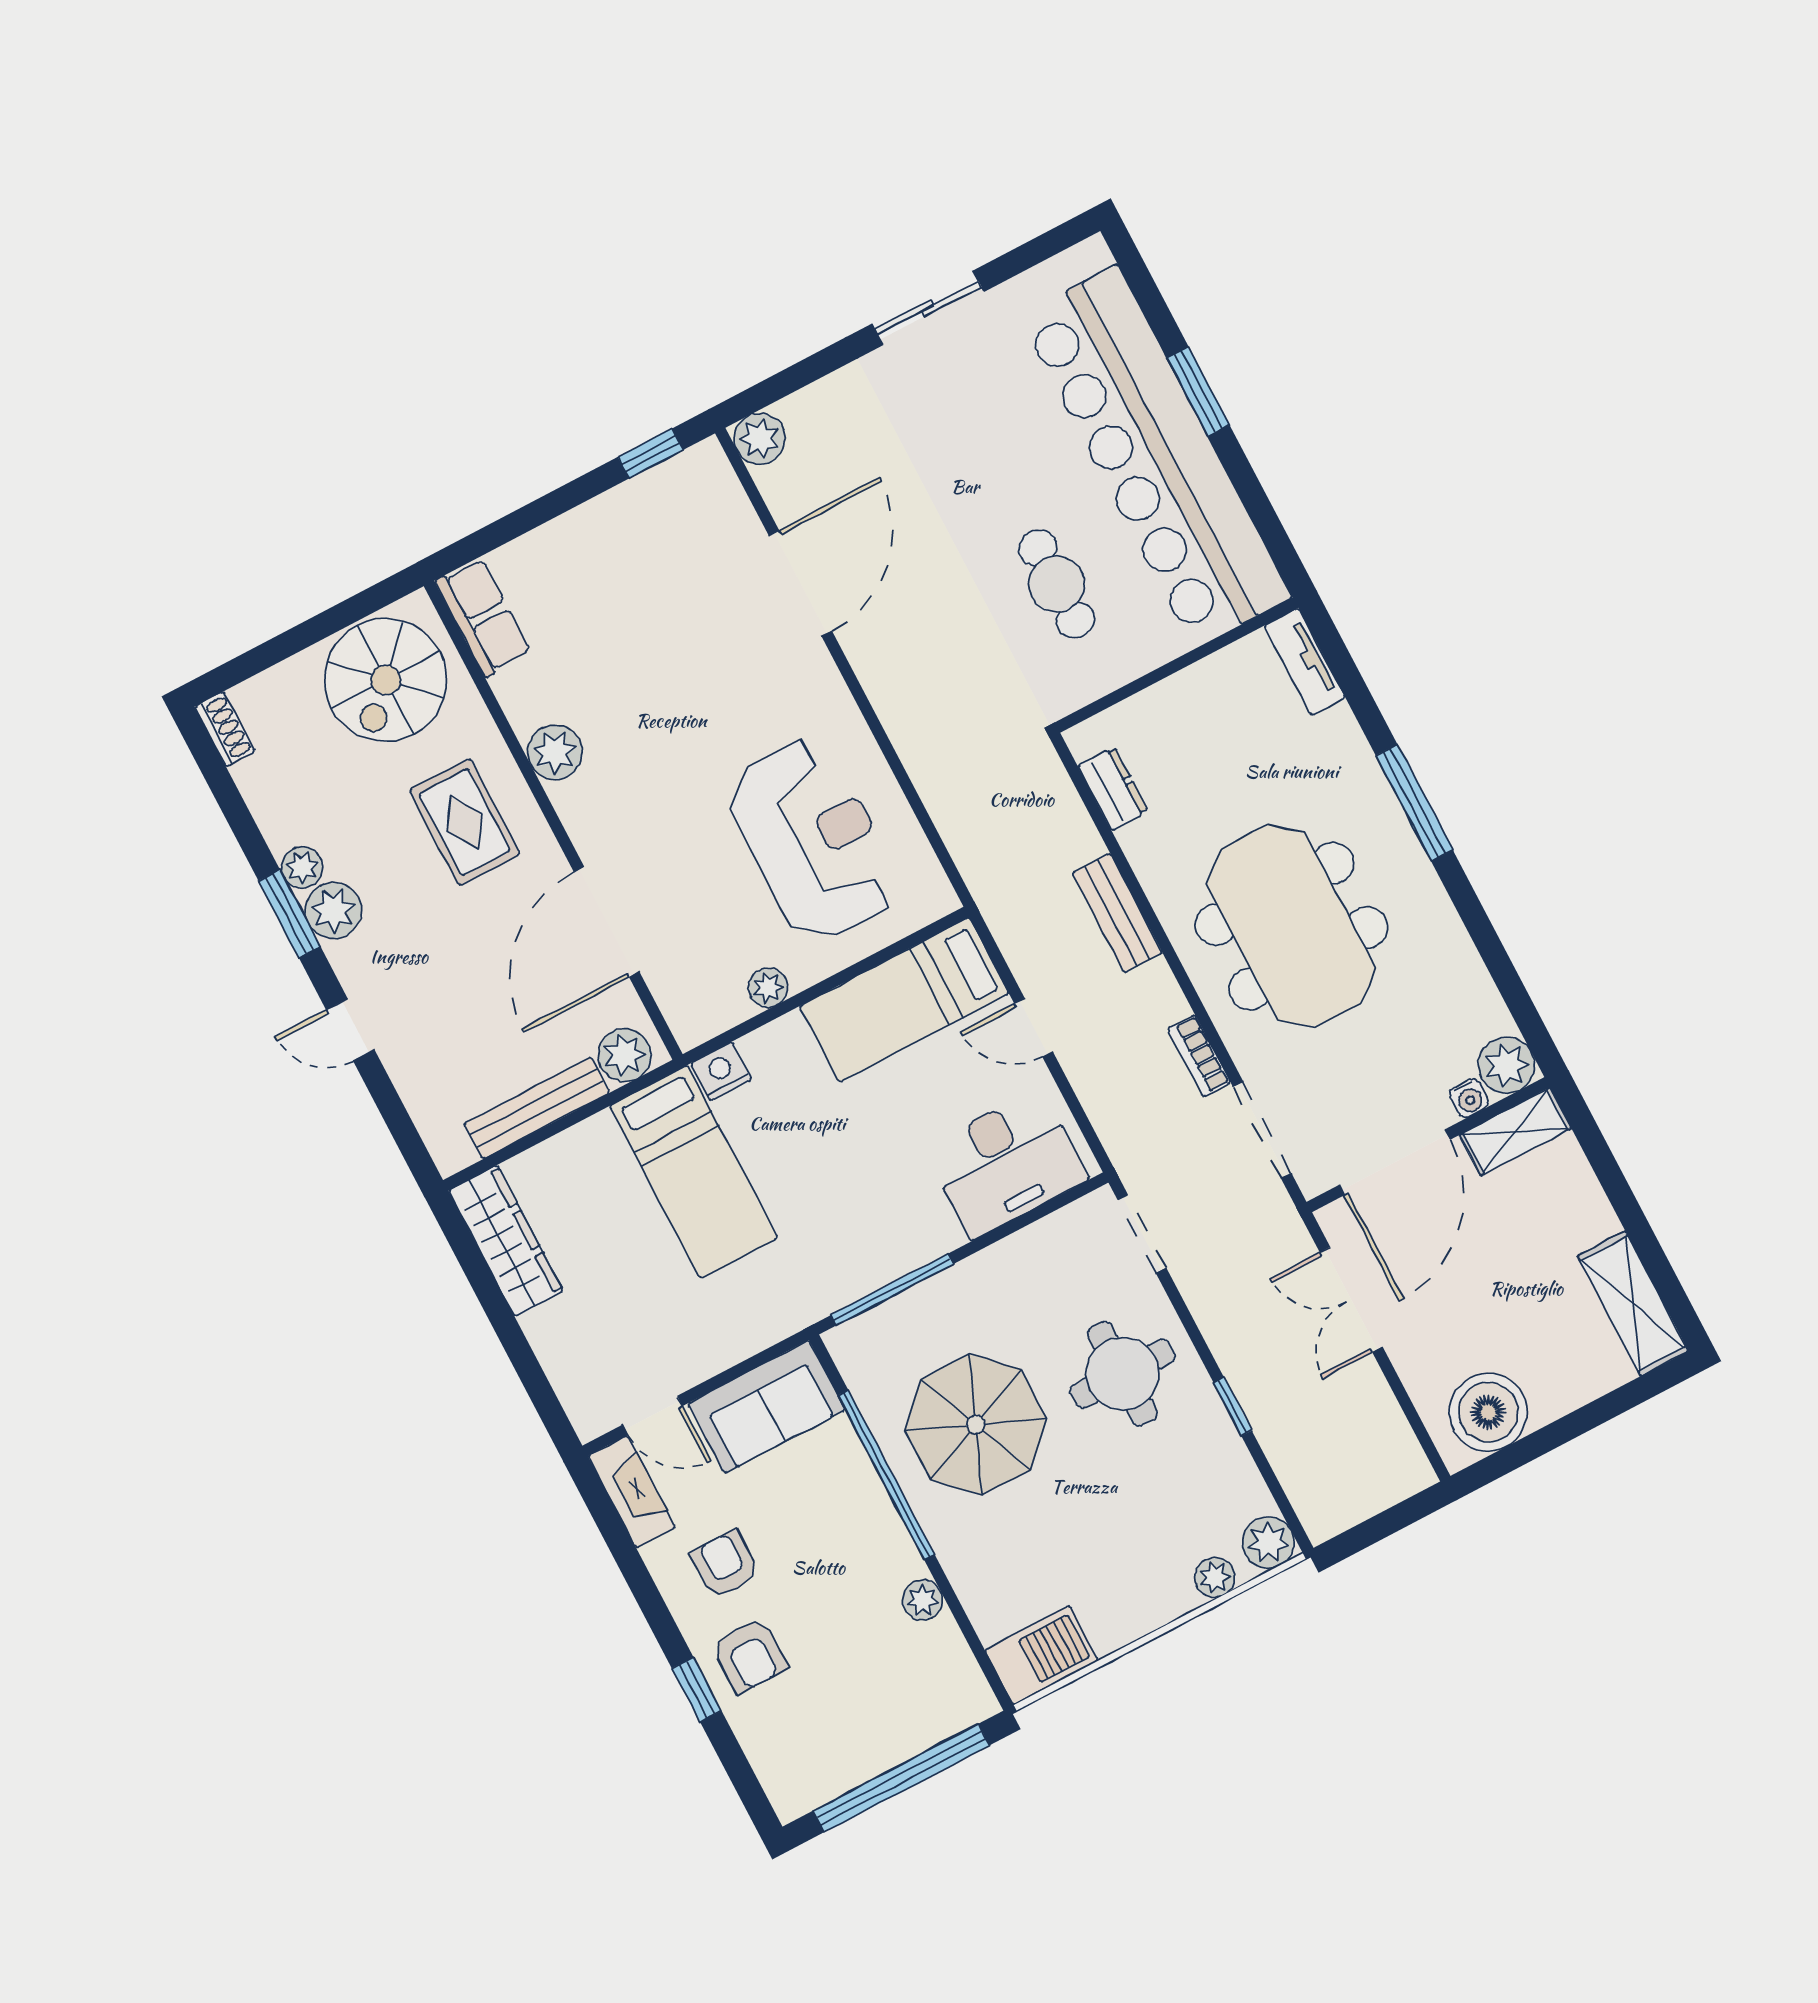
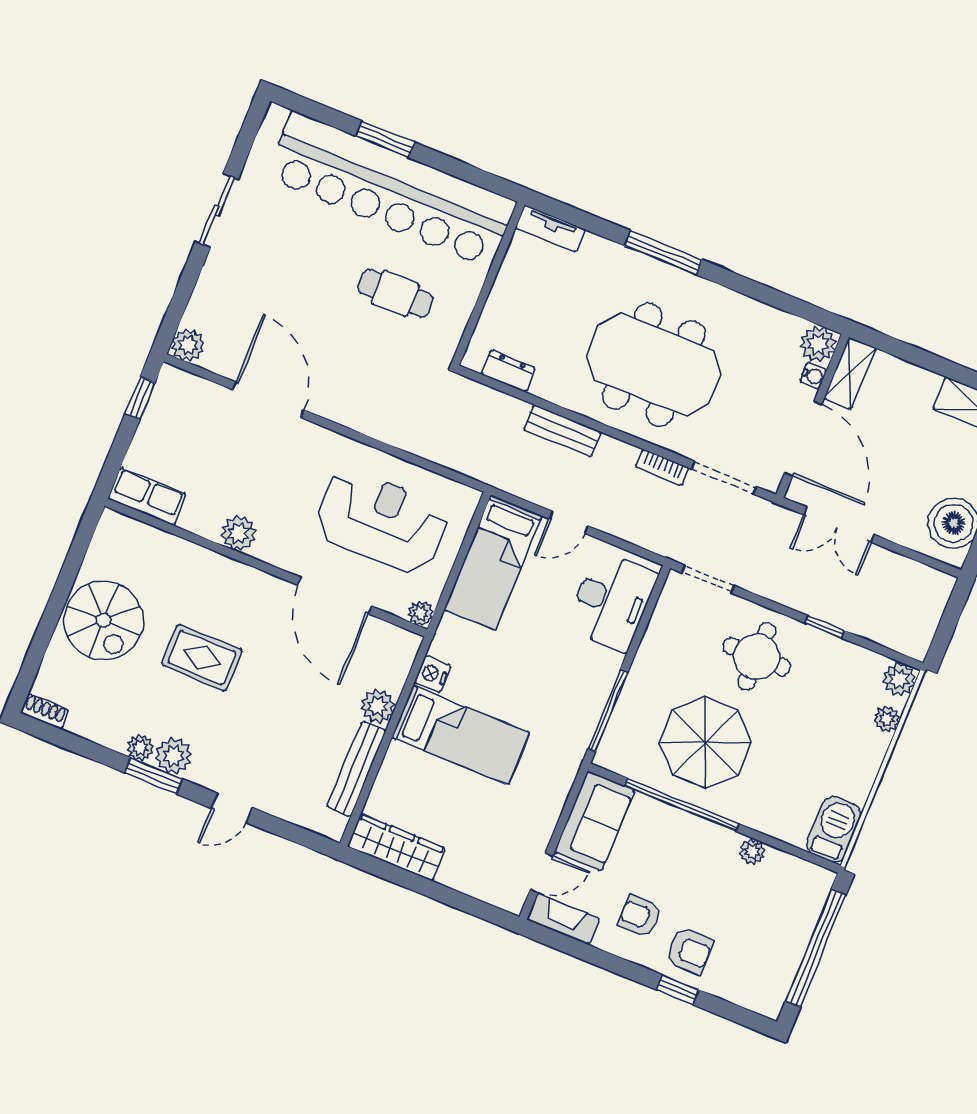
row of seats: (483, 617) -> (147, 497), moved
plant: (555, 752) -> (239, 533), moved
wall: (553, 820) -> (266, 568), moved
door: (607, 922) -> (335, 596), moved

